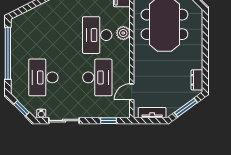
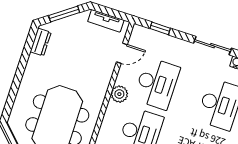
plant: (123, 33) -> (119, 94), moved
desk: (97, 77) -> (157, 83), turned 180

